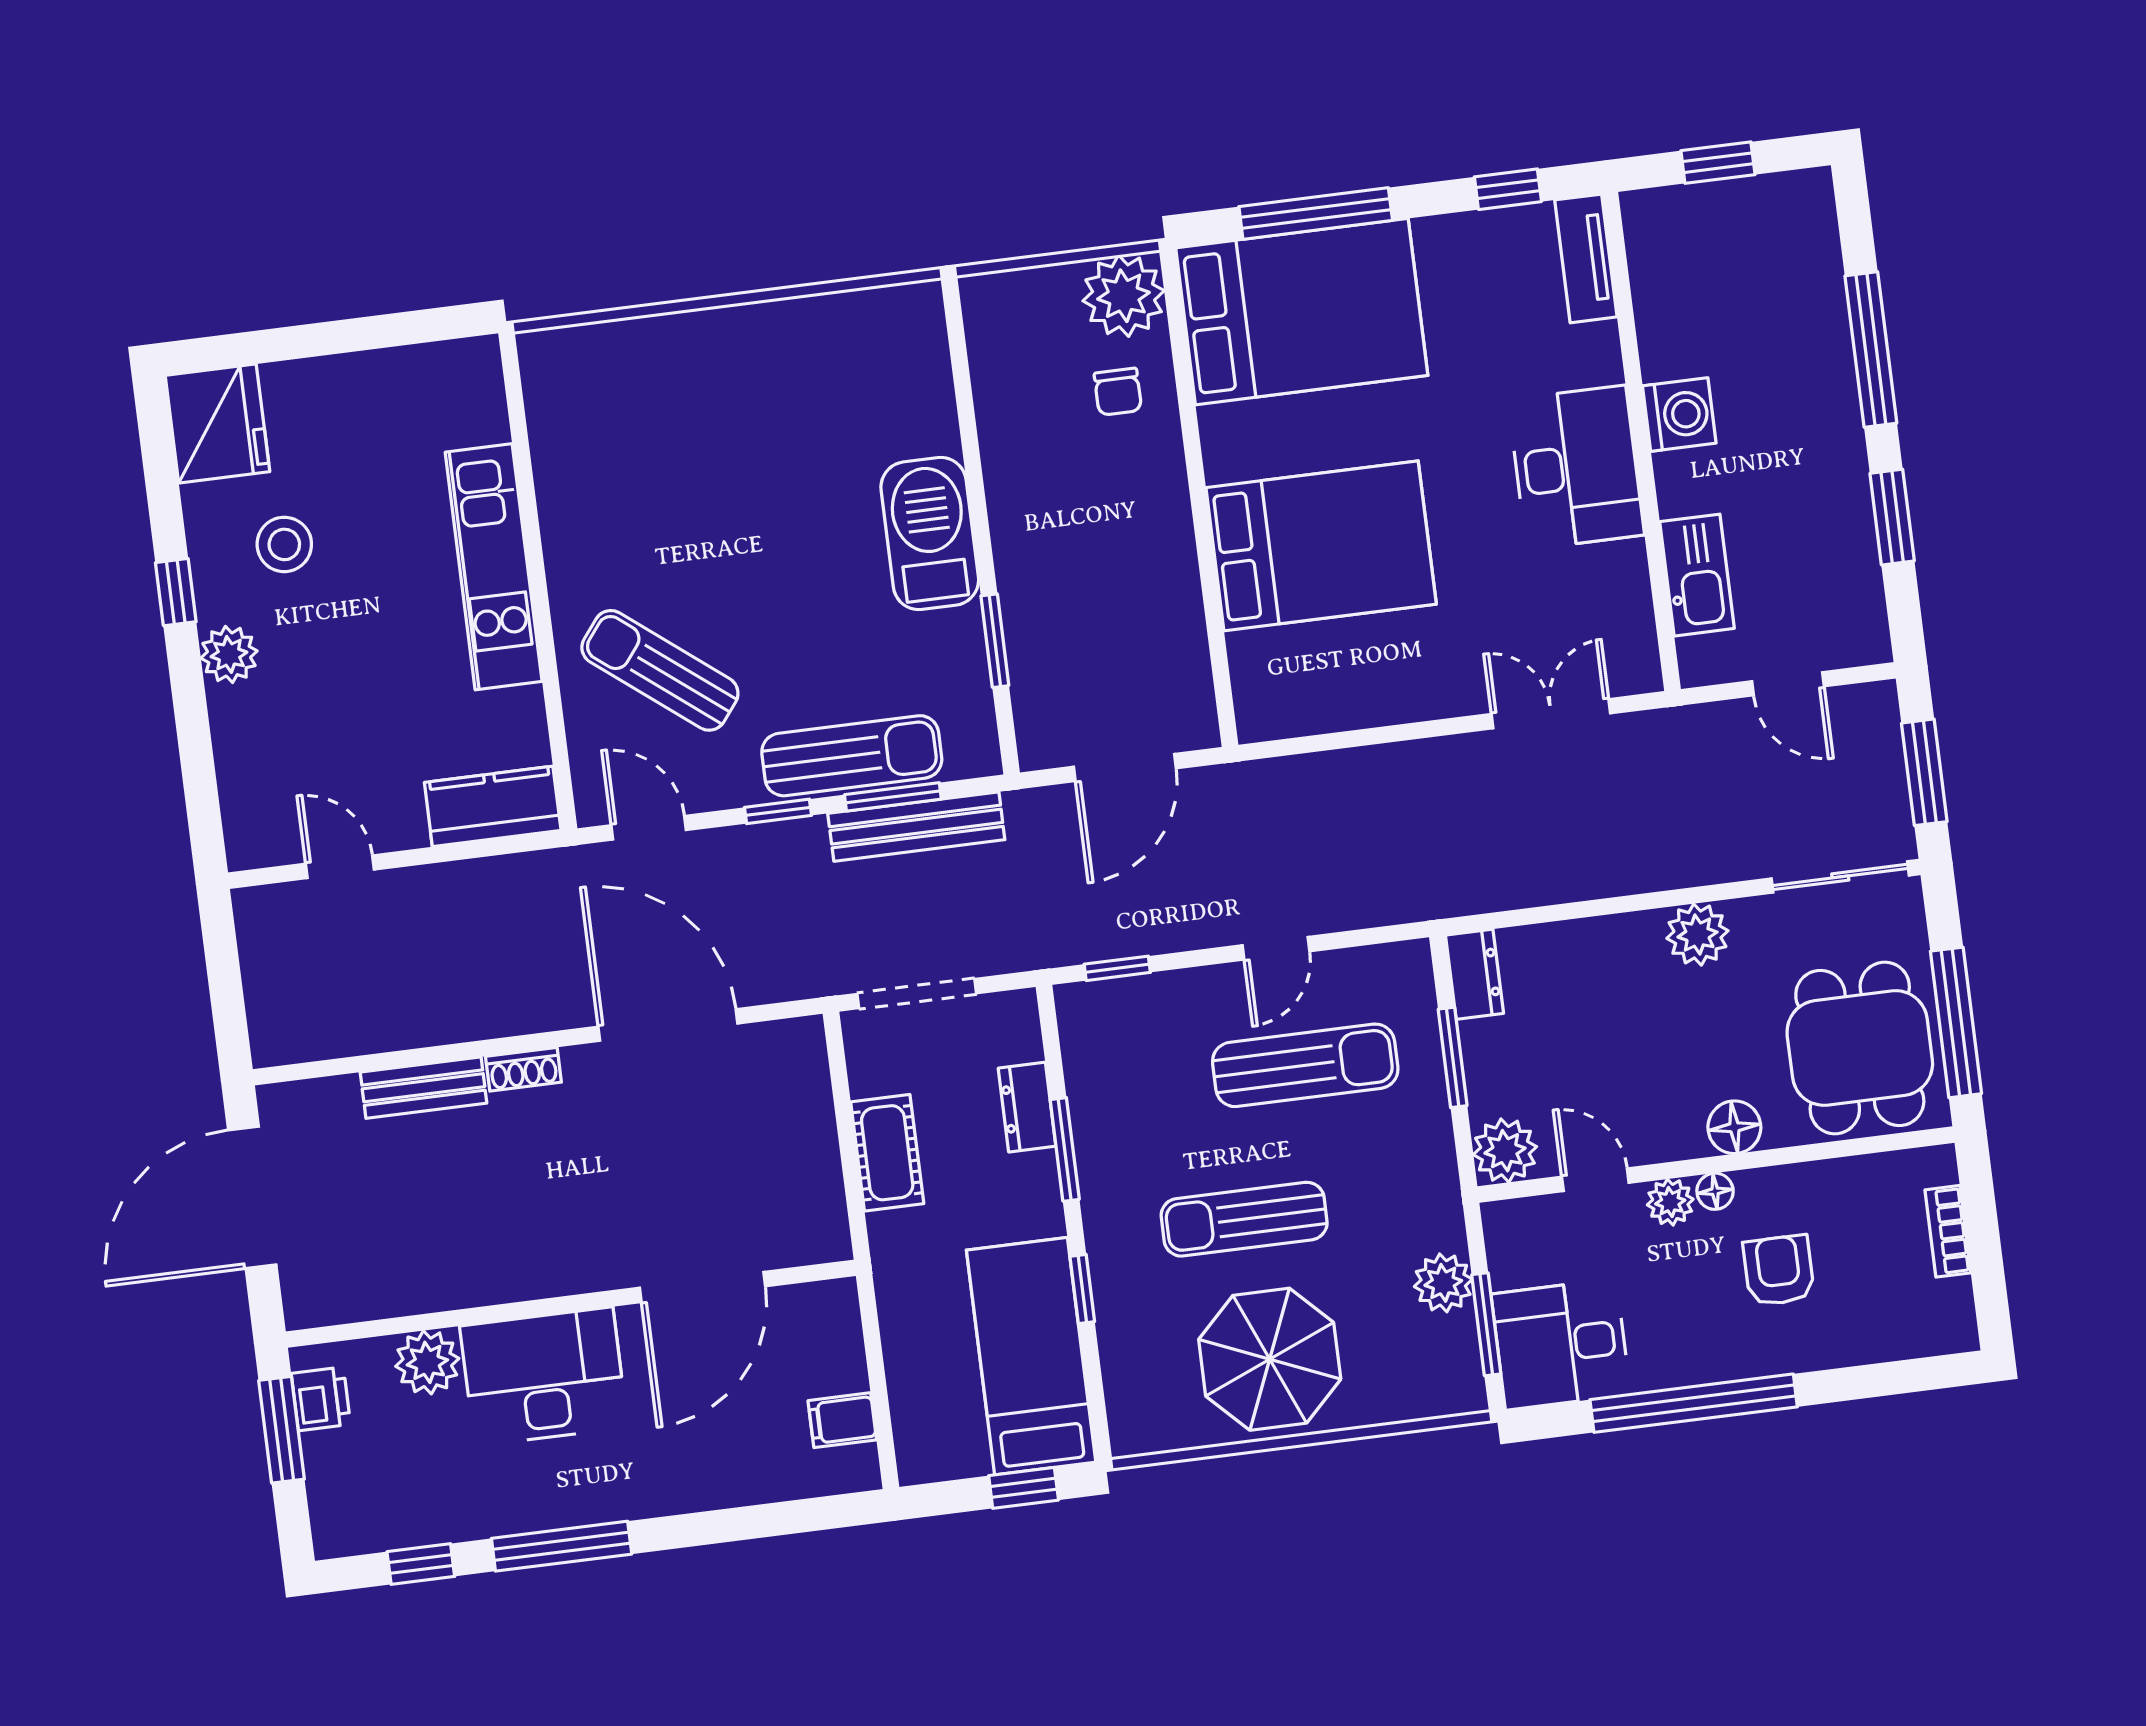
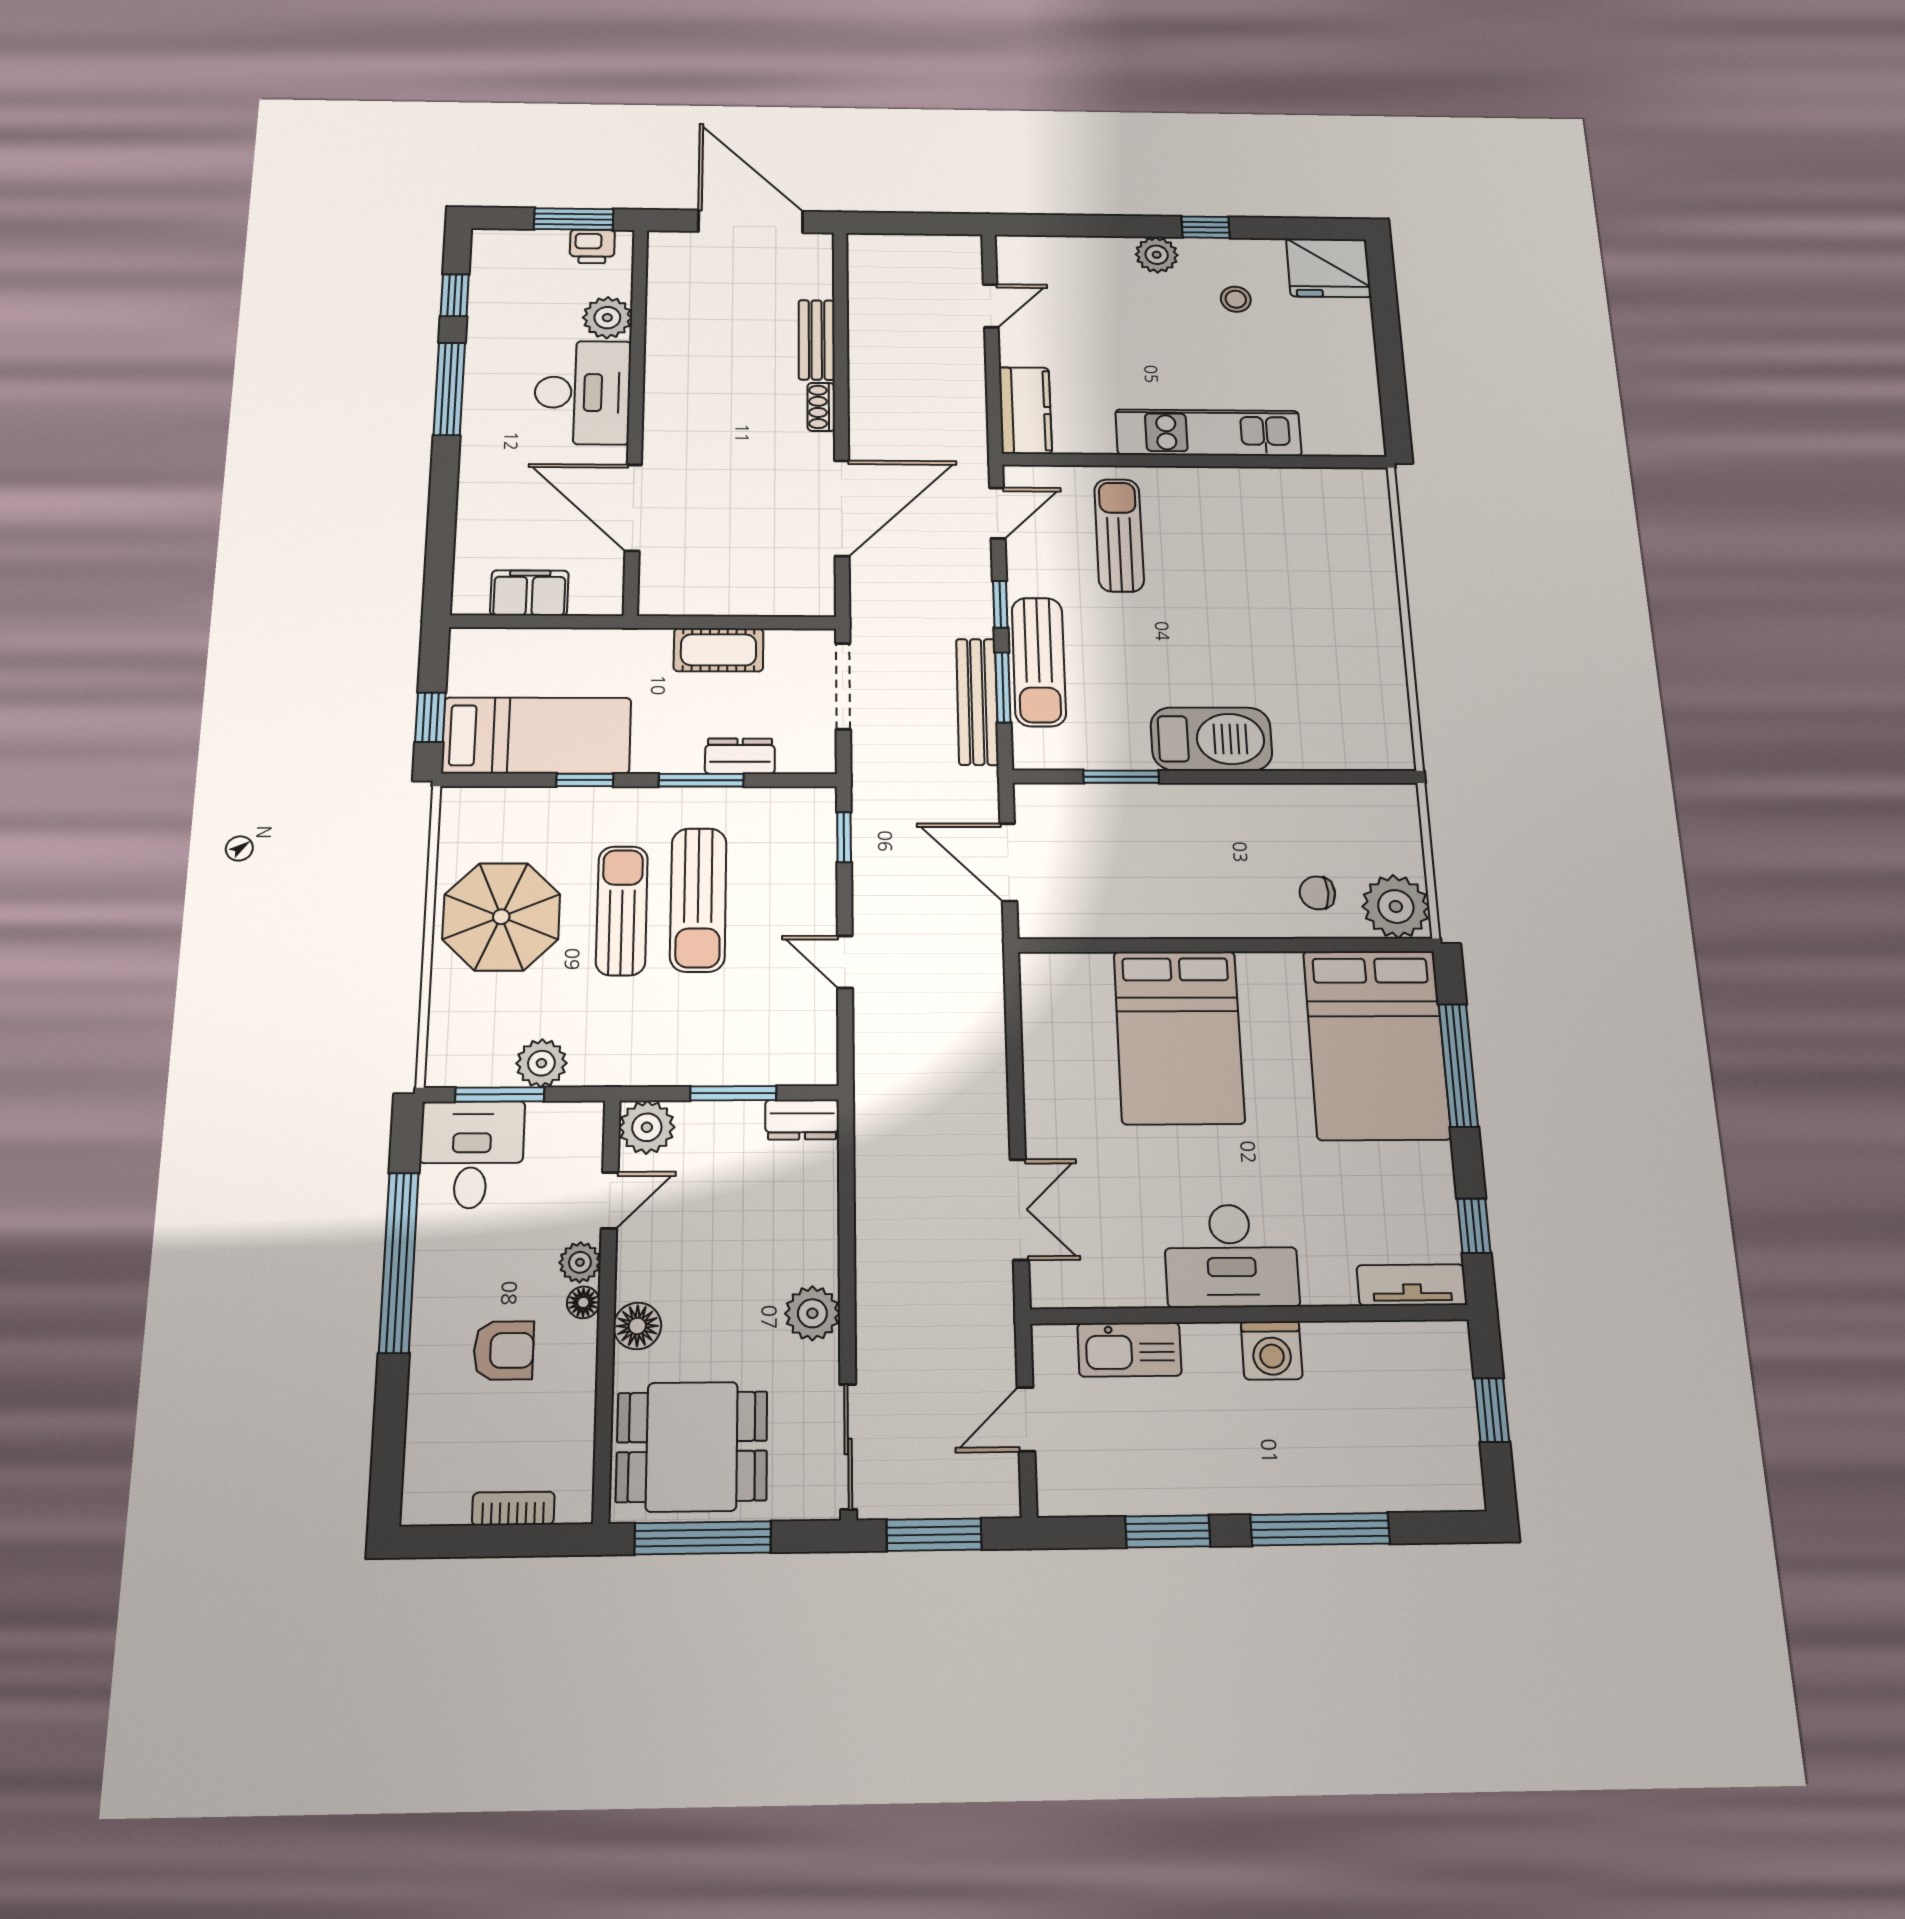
stool: (284, 544) -> (1236, 299), width x0.73, depth x0.73
sun lounger: (660, 670) -> (1119, 535), turned -38
sun lounger: (1305, 1065) -> (698, 900), moved
filing cabinet: (842, 1420) -> (529, 593), width x2.00

